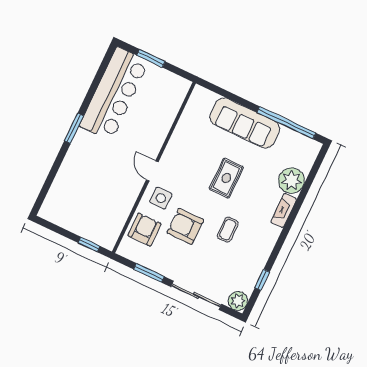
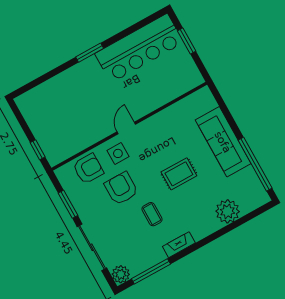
fireplace: (284, 211) -> (179, 245), moved
coffee table: (228, 230) -> (152, 214), turned 90
window: (262, 280) -> (151, 271), width x2.17

